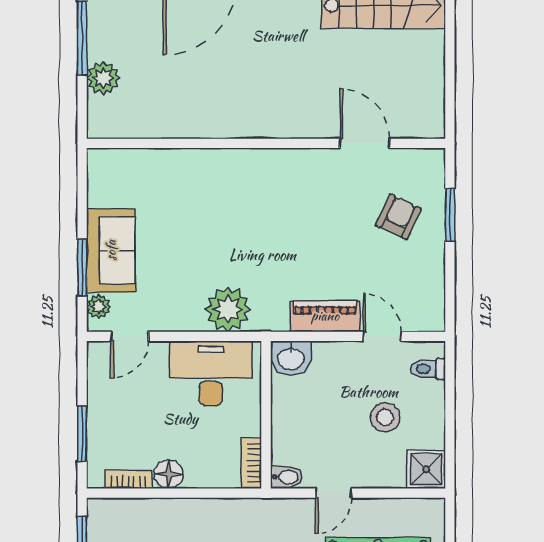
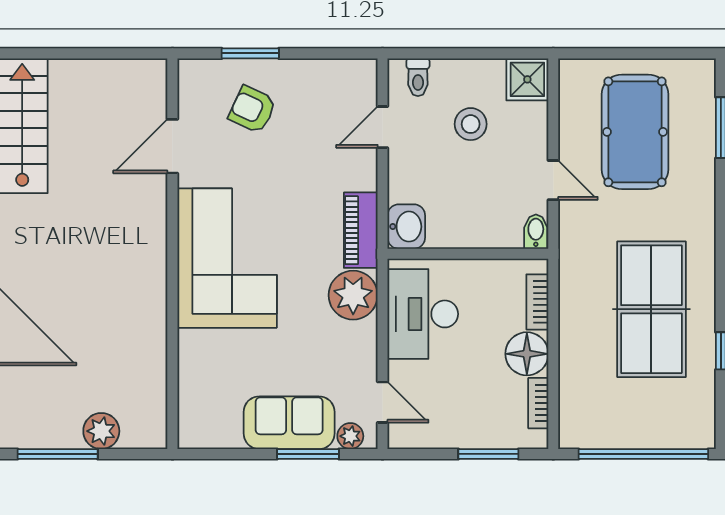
corner sofa: (262, 193) -> (227, 258), added
piano: (325, 316) -> (361, 230), moved
bookcase: (251, 463) -> (537, 302), moved, turned 90
floor lamp: (169, 474) -> (527, 354), width x1.38, depth x1.38

